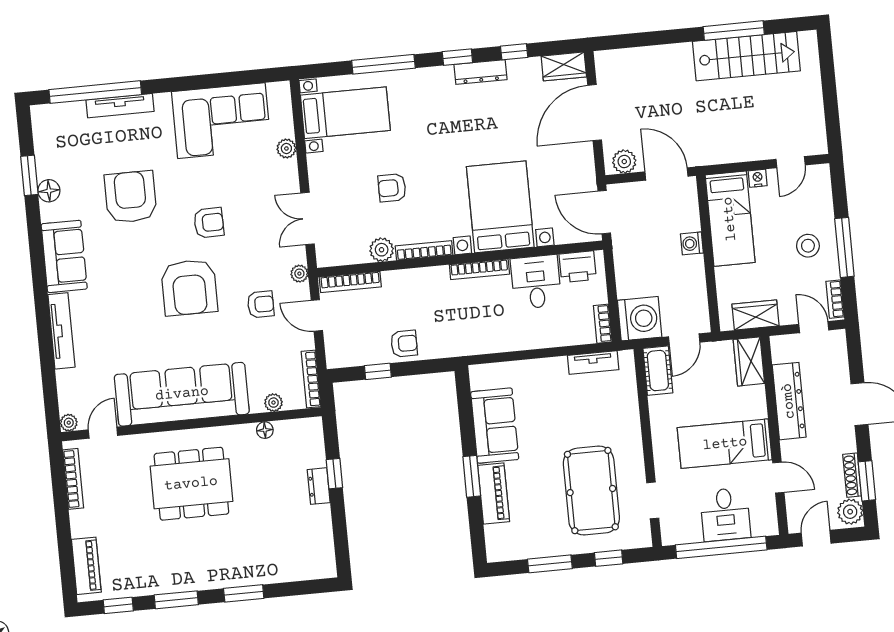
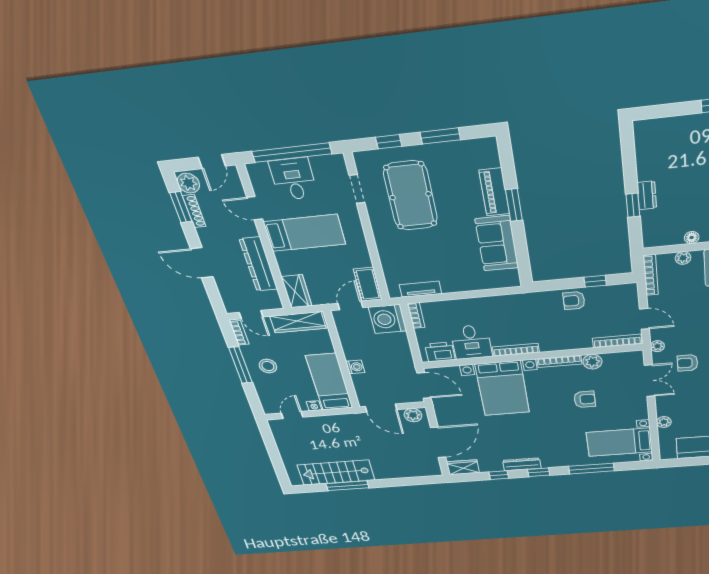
armchair: (261, 304) -> (688, 363), moved
wardrobe: (755, 315) -> (298, 322), width x1.50

